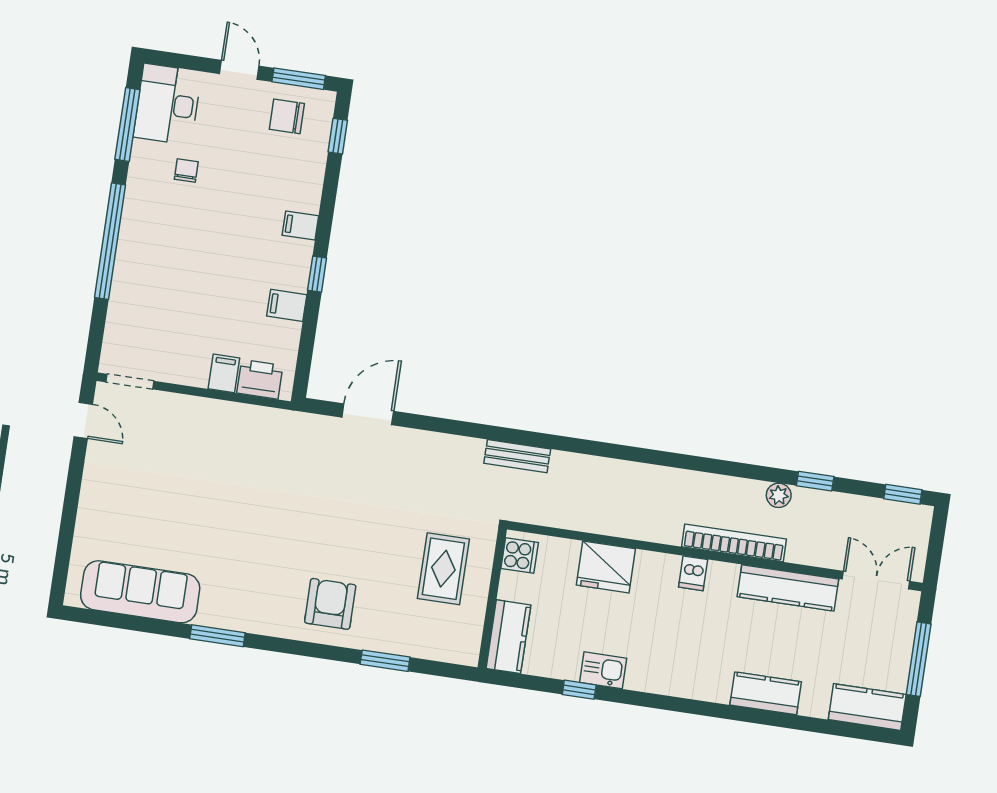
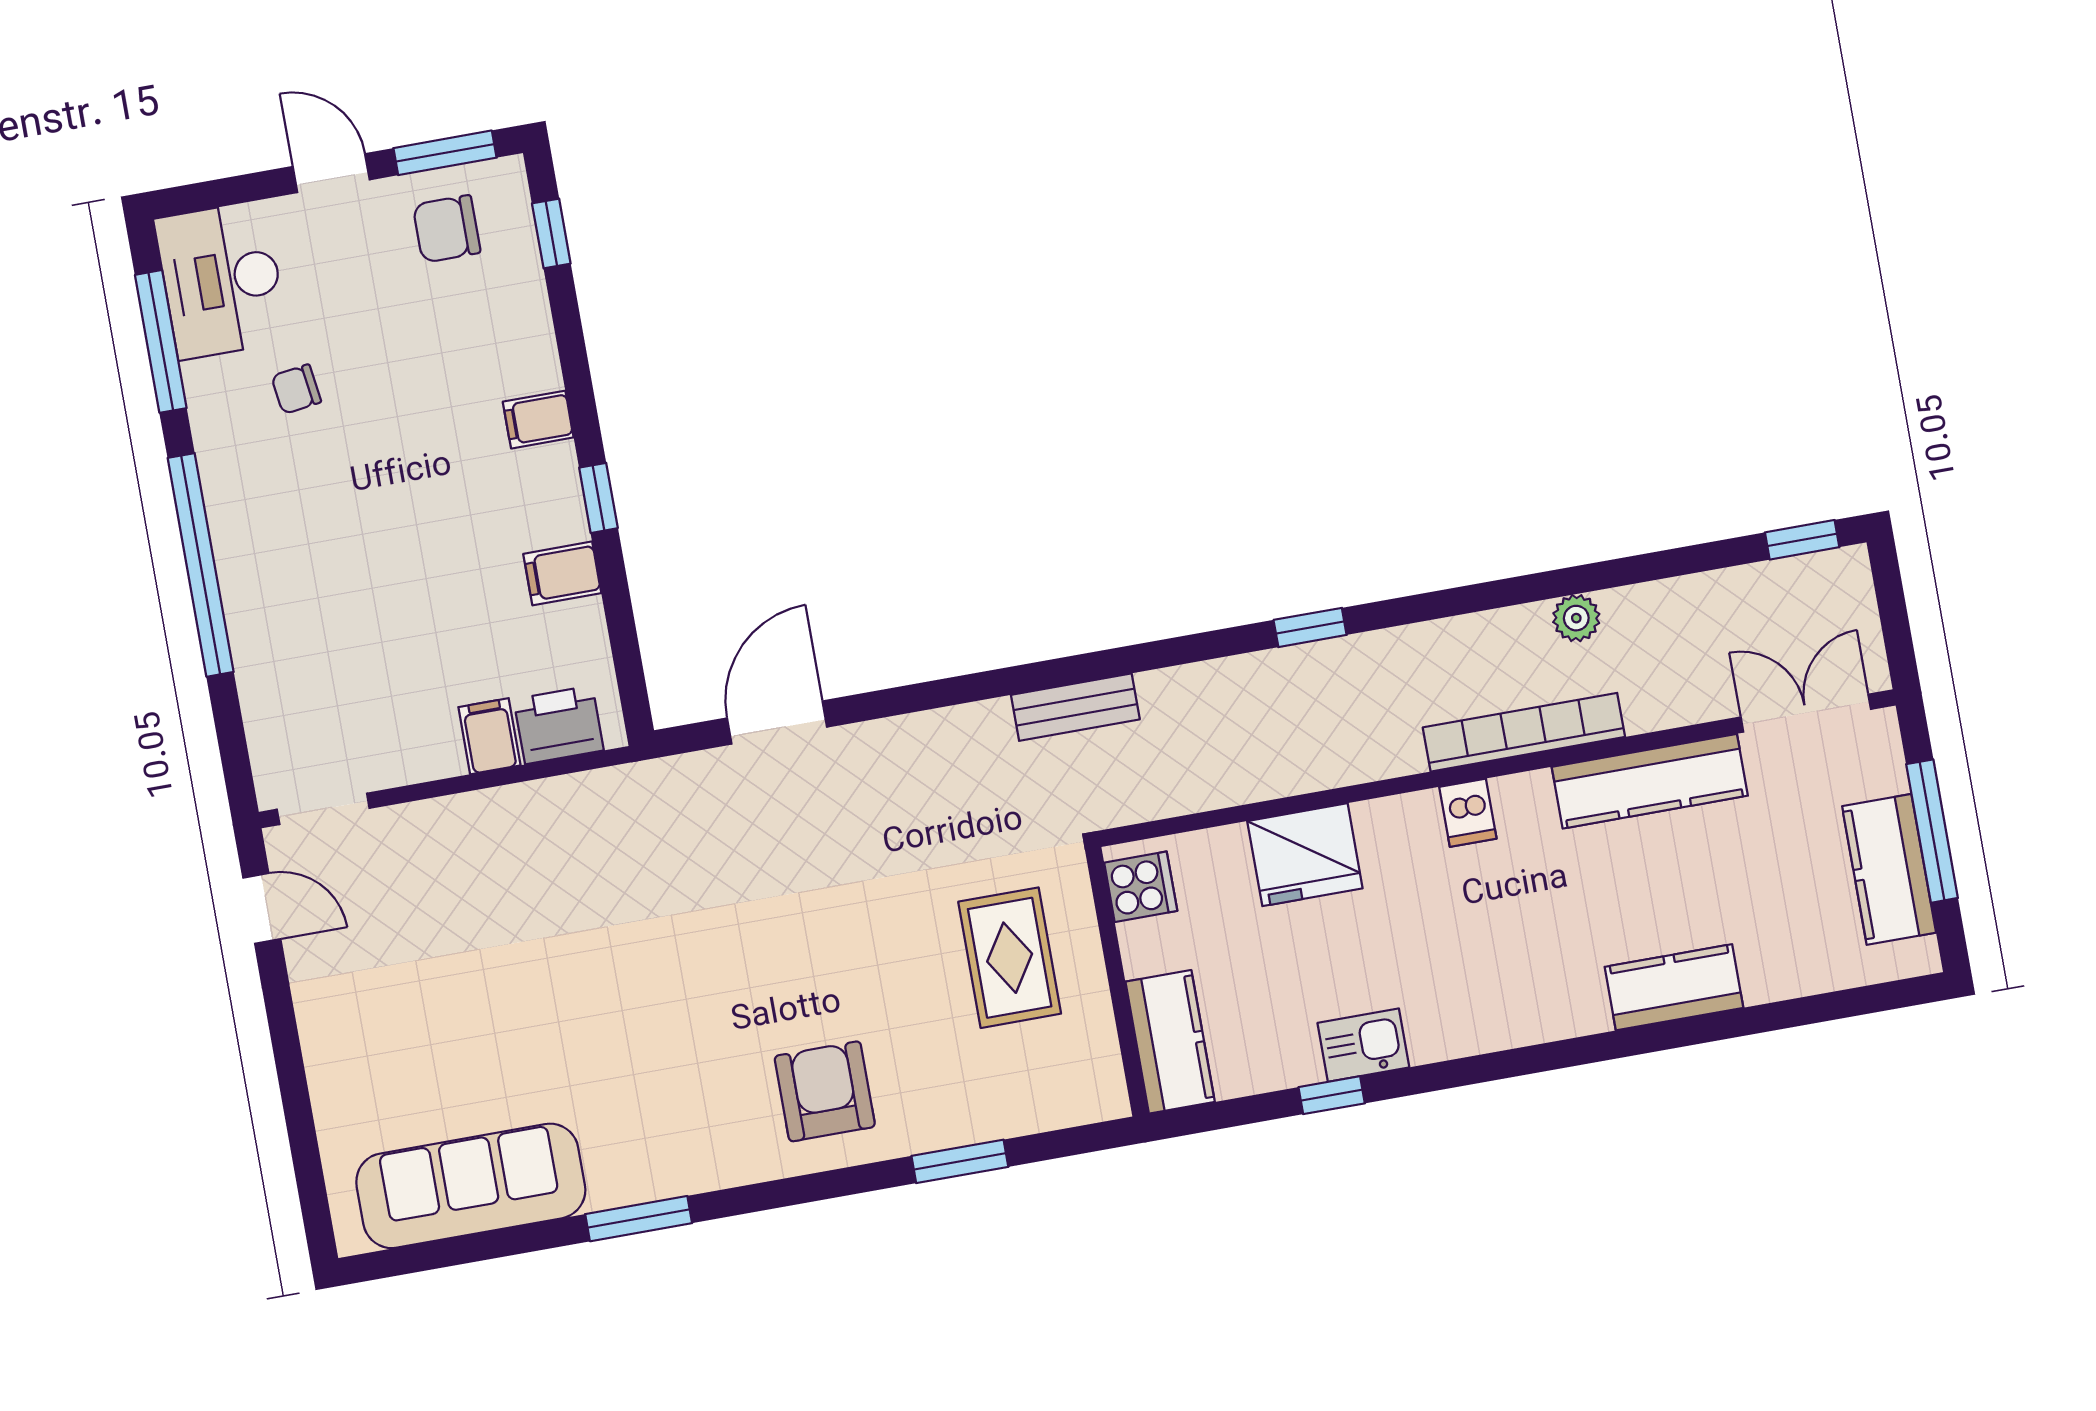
chair: (186, 170) -> (296, 389), turned -98
window: (815, 481) -> (1310, 627), moved
kitchen counter: (867, 707) -> (1889, 869), moved, turned -90

